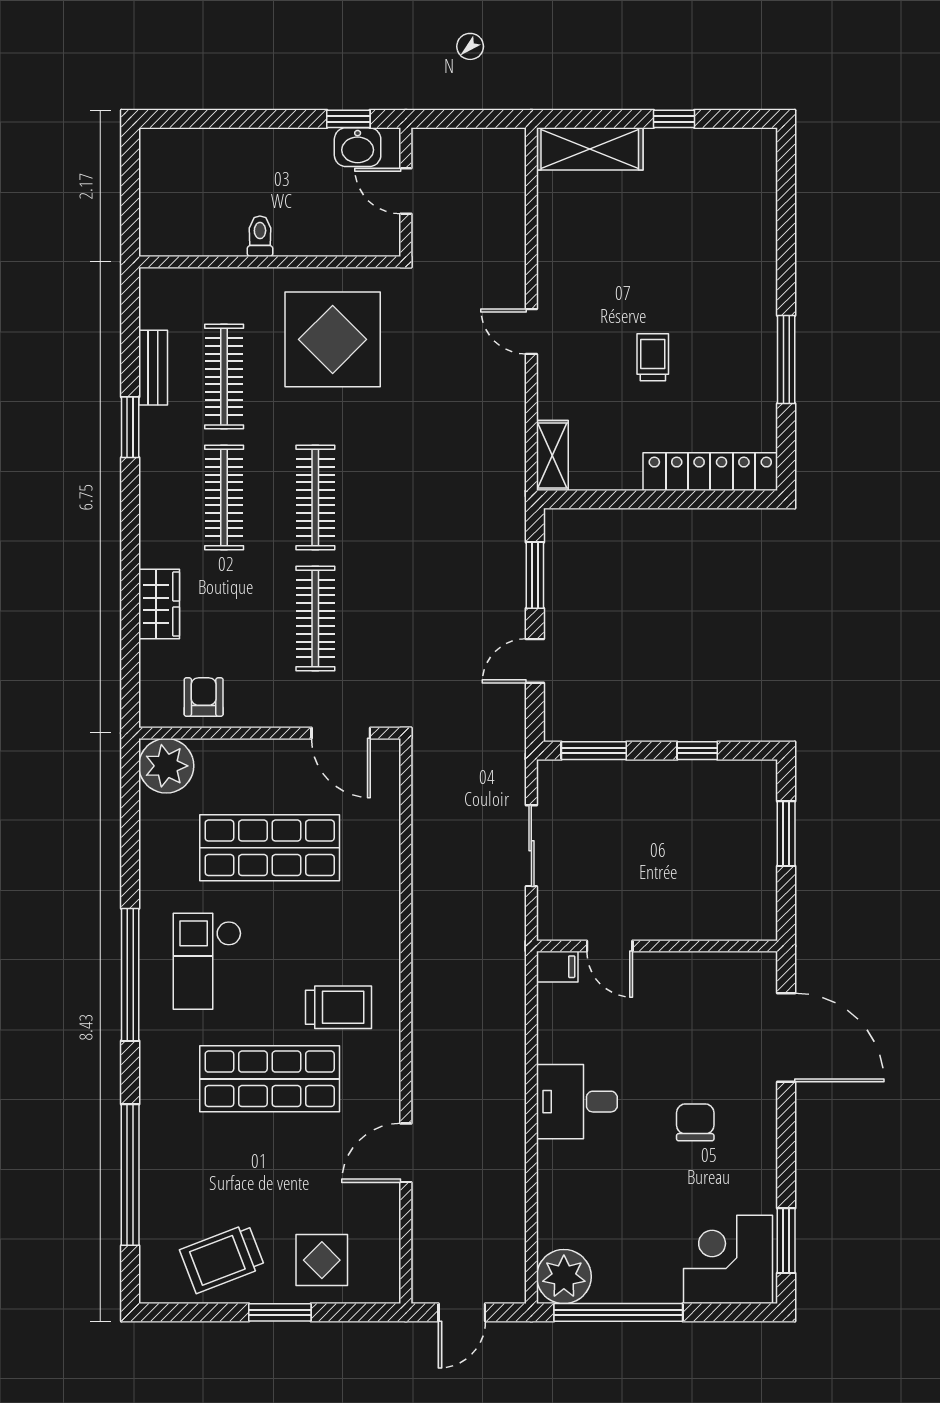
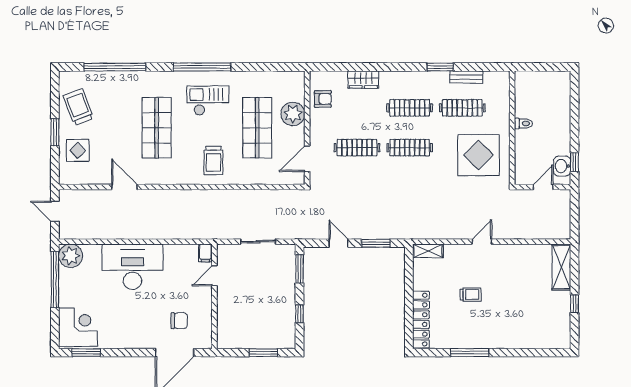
plant: (166, 766) -> (293, 114), moved
trolley: (339, 1007) -> (213, 160), moved
desk: (577, 1102) -> (133, 267), width x1.87, depth x1.30
chair: (695, 1122) -> (179, 321), moved

